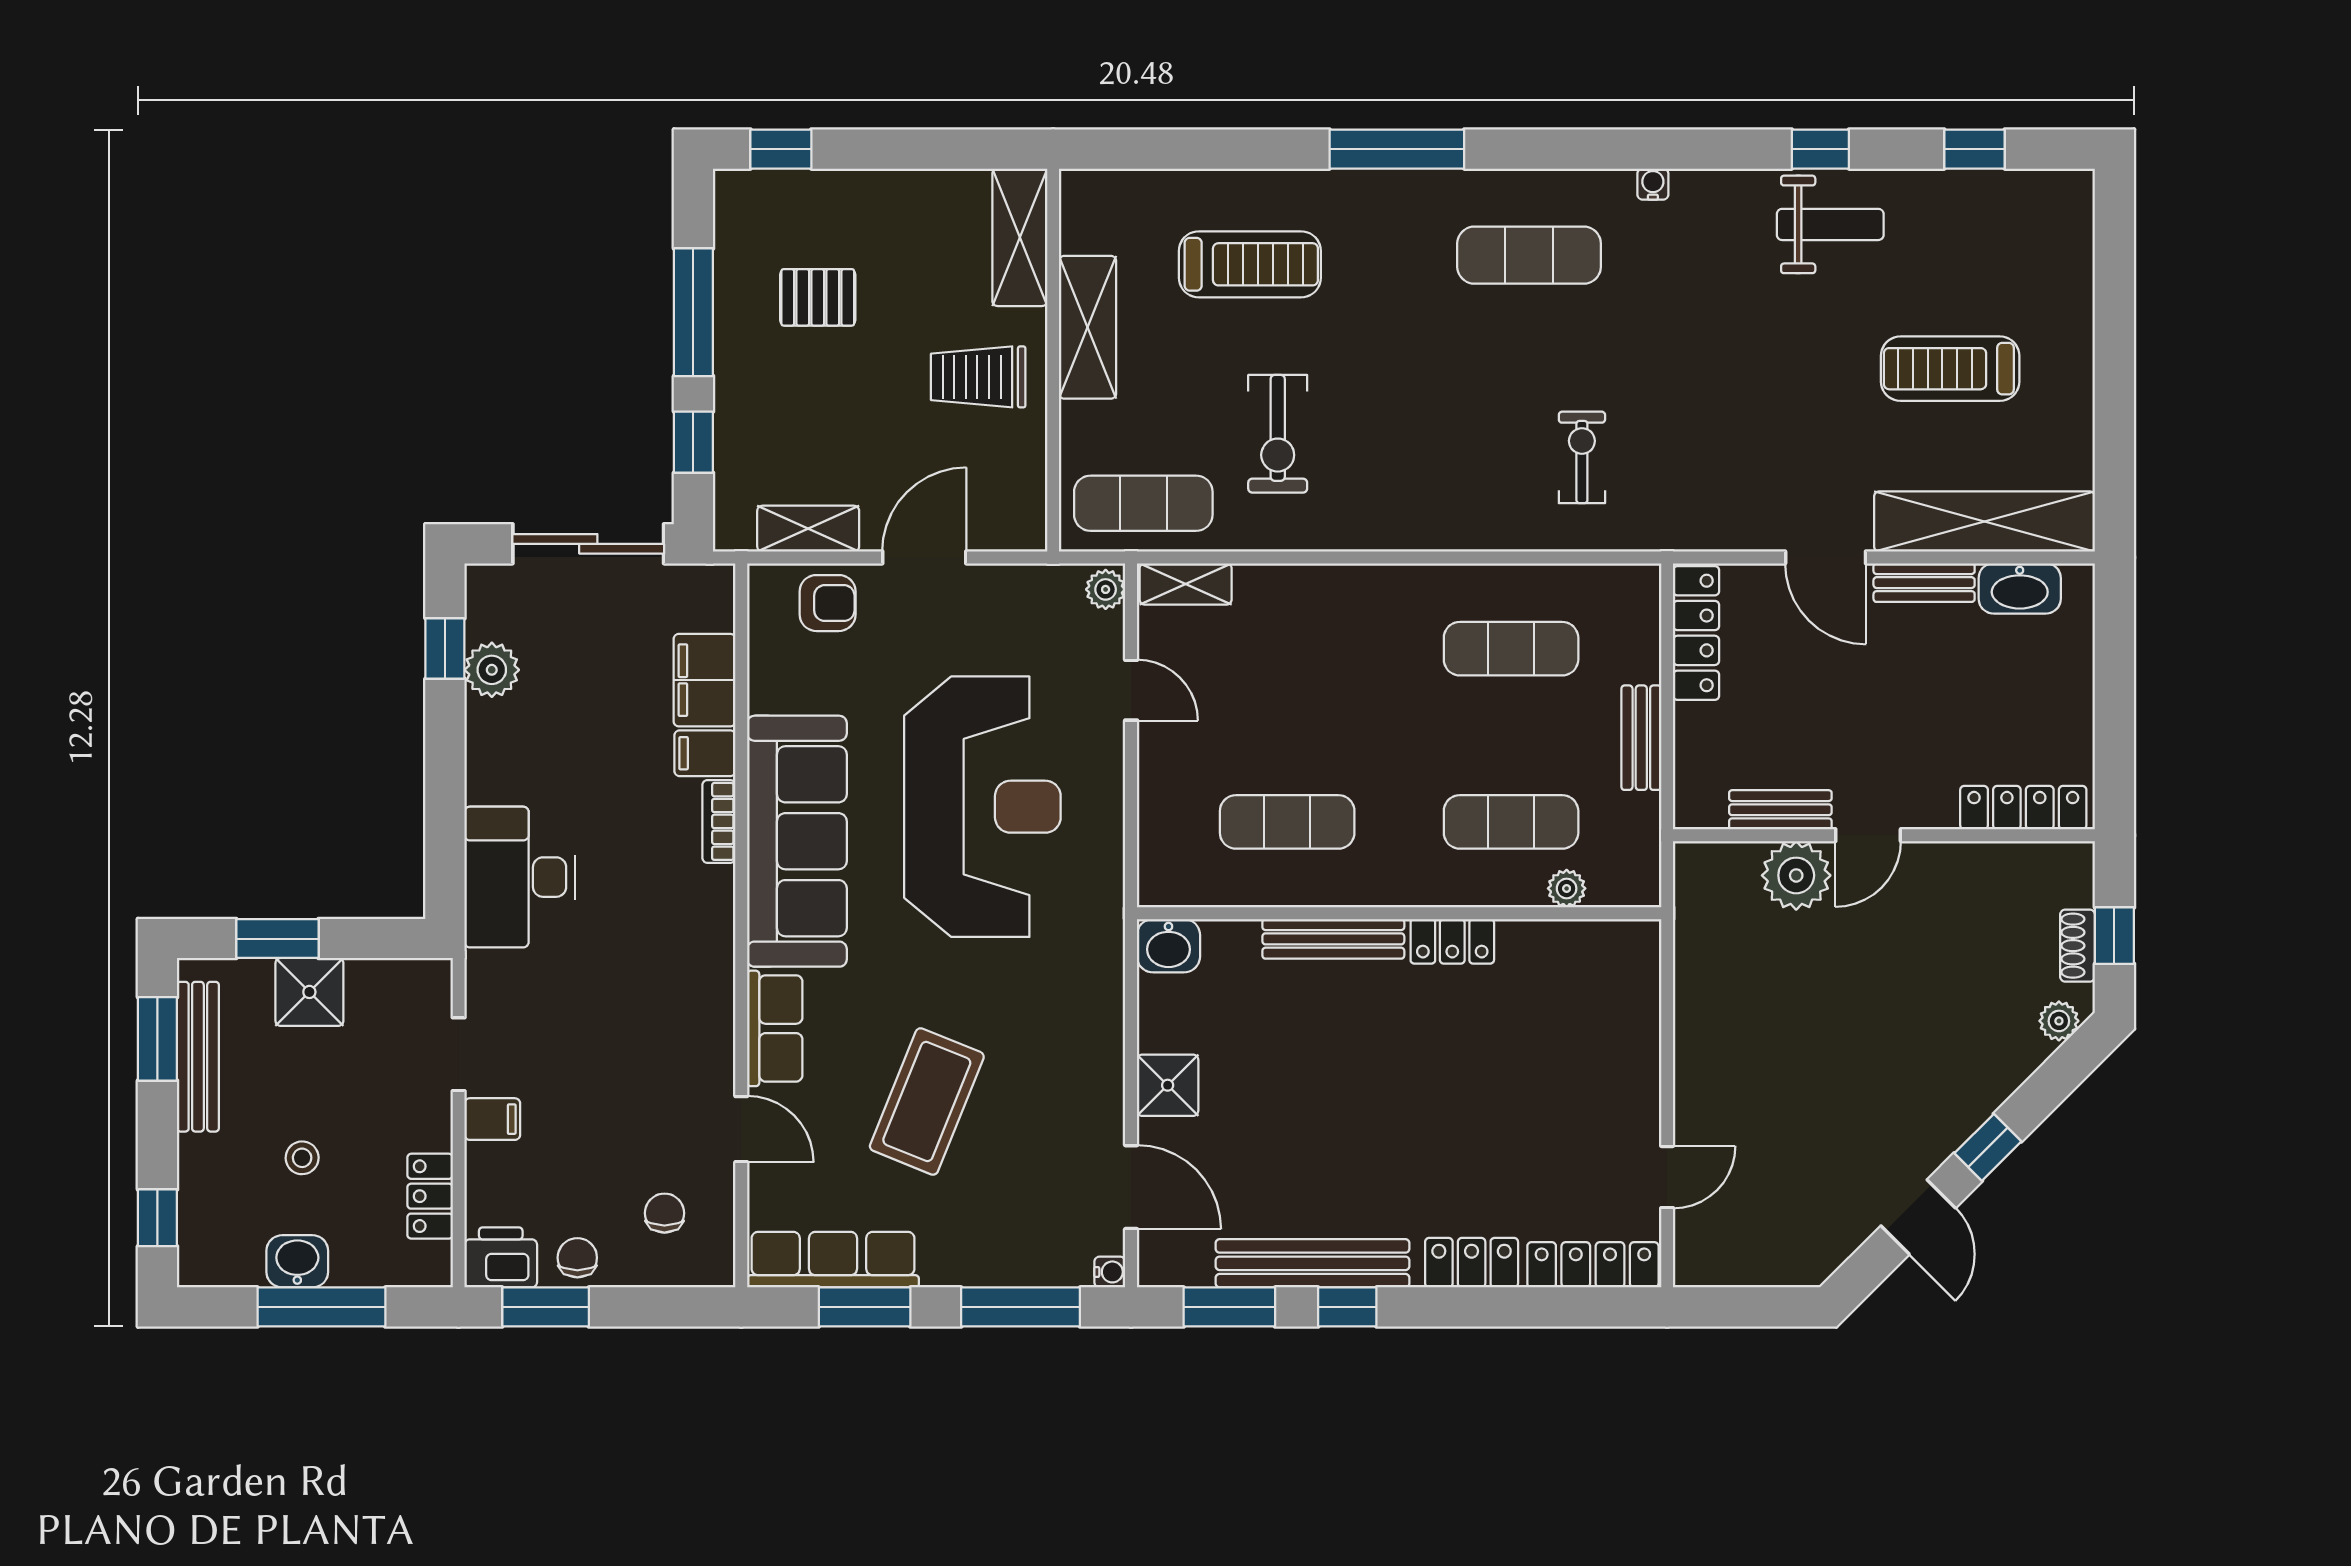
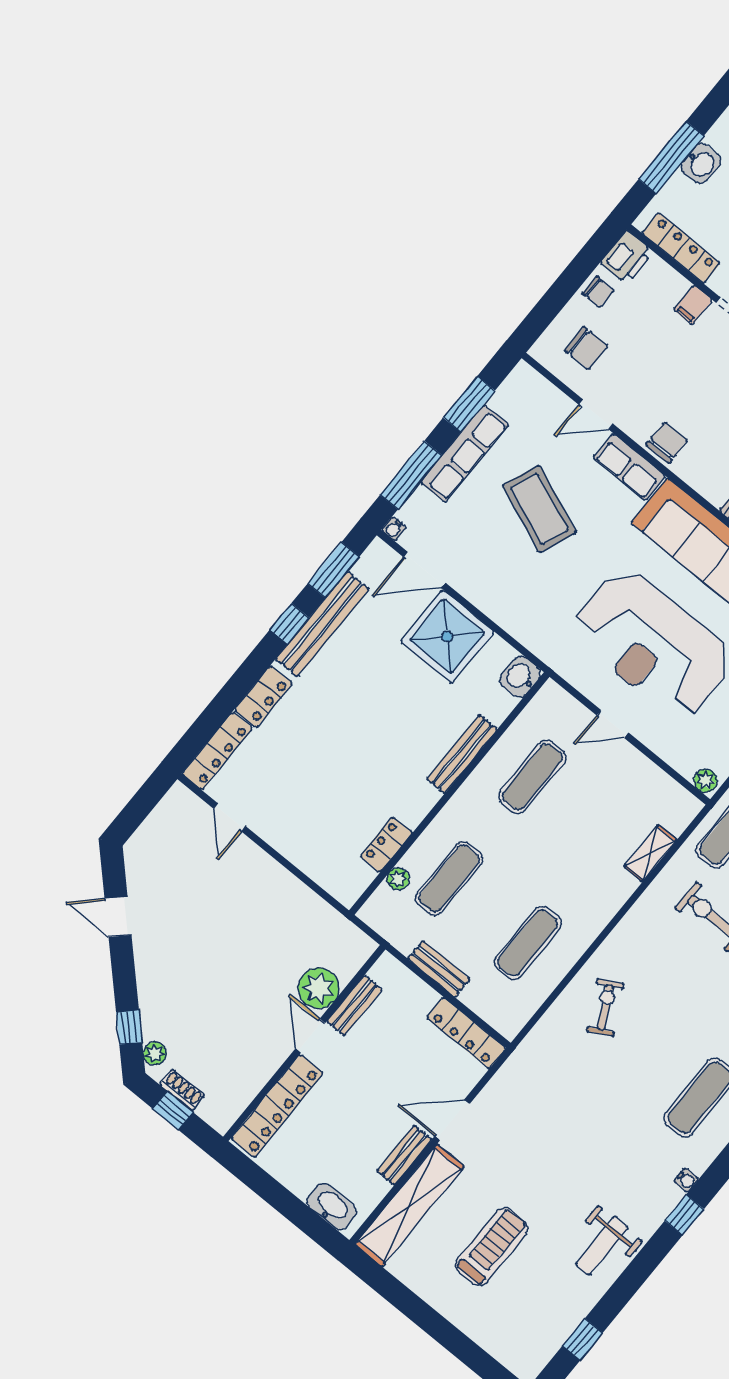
window: (1820, 149) -> (684, 1215), moved
exercise bike: (1582, 457) -> (605, 1007), moved, turned -118
shelving: (1186, 584) -> (650, 853), moved
washbasin: (2020, 588) -> (332, 1207), moved, turned 90
door: (1131, 690) -> (613, 724), moved
locker: (2023, 808) -> (277, 1106), width x1.41, depth x1.21
locker: (1452, 941) -> (386, 845), moved
chair: (702, 1005) -> (667, 443), added
shower: (1168, 1085) -> (447, 636), width x1.86, depth x1.86
window: (1988, 1147) -> (129, 1027), moved
locker: (430, 1196) -> (681, 248), width x1.53
chair: (664, 1213) -> (586, 348), width x1.37, depth x1.37
row of seats: (833, 1260) -> (465, 454), moved
window: (546, 1307) -> (588, 259), removed

